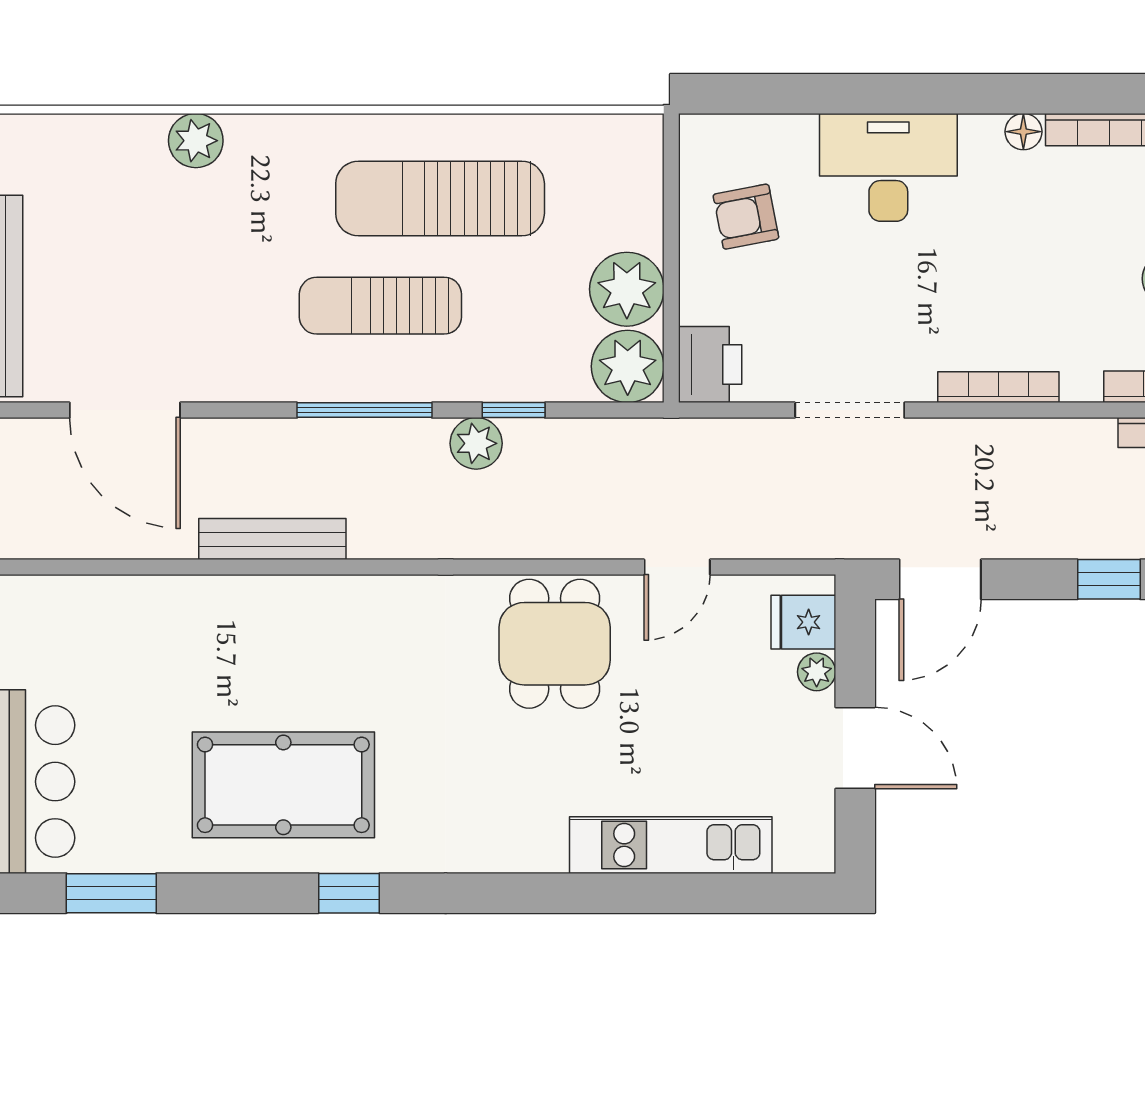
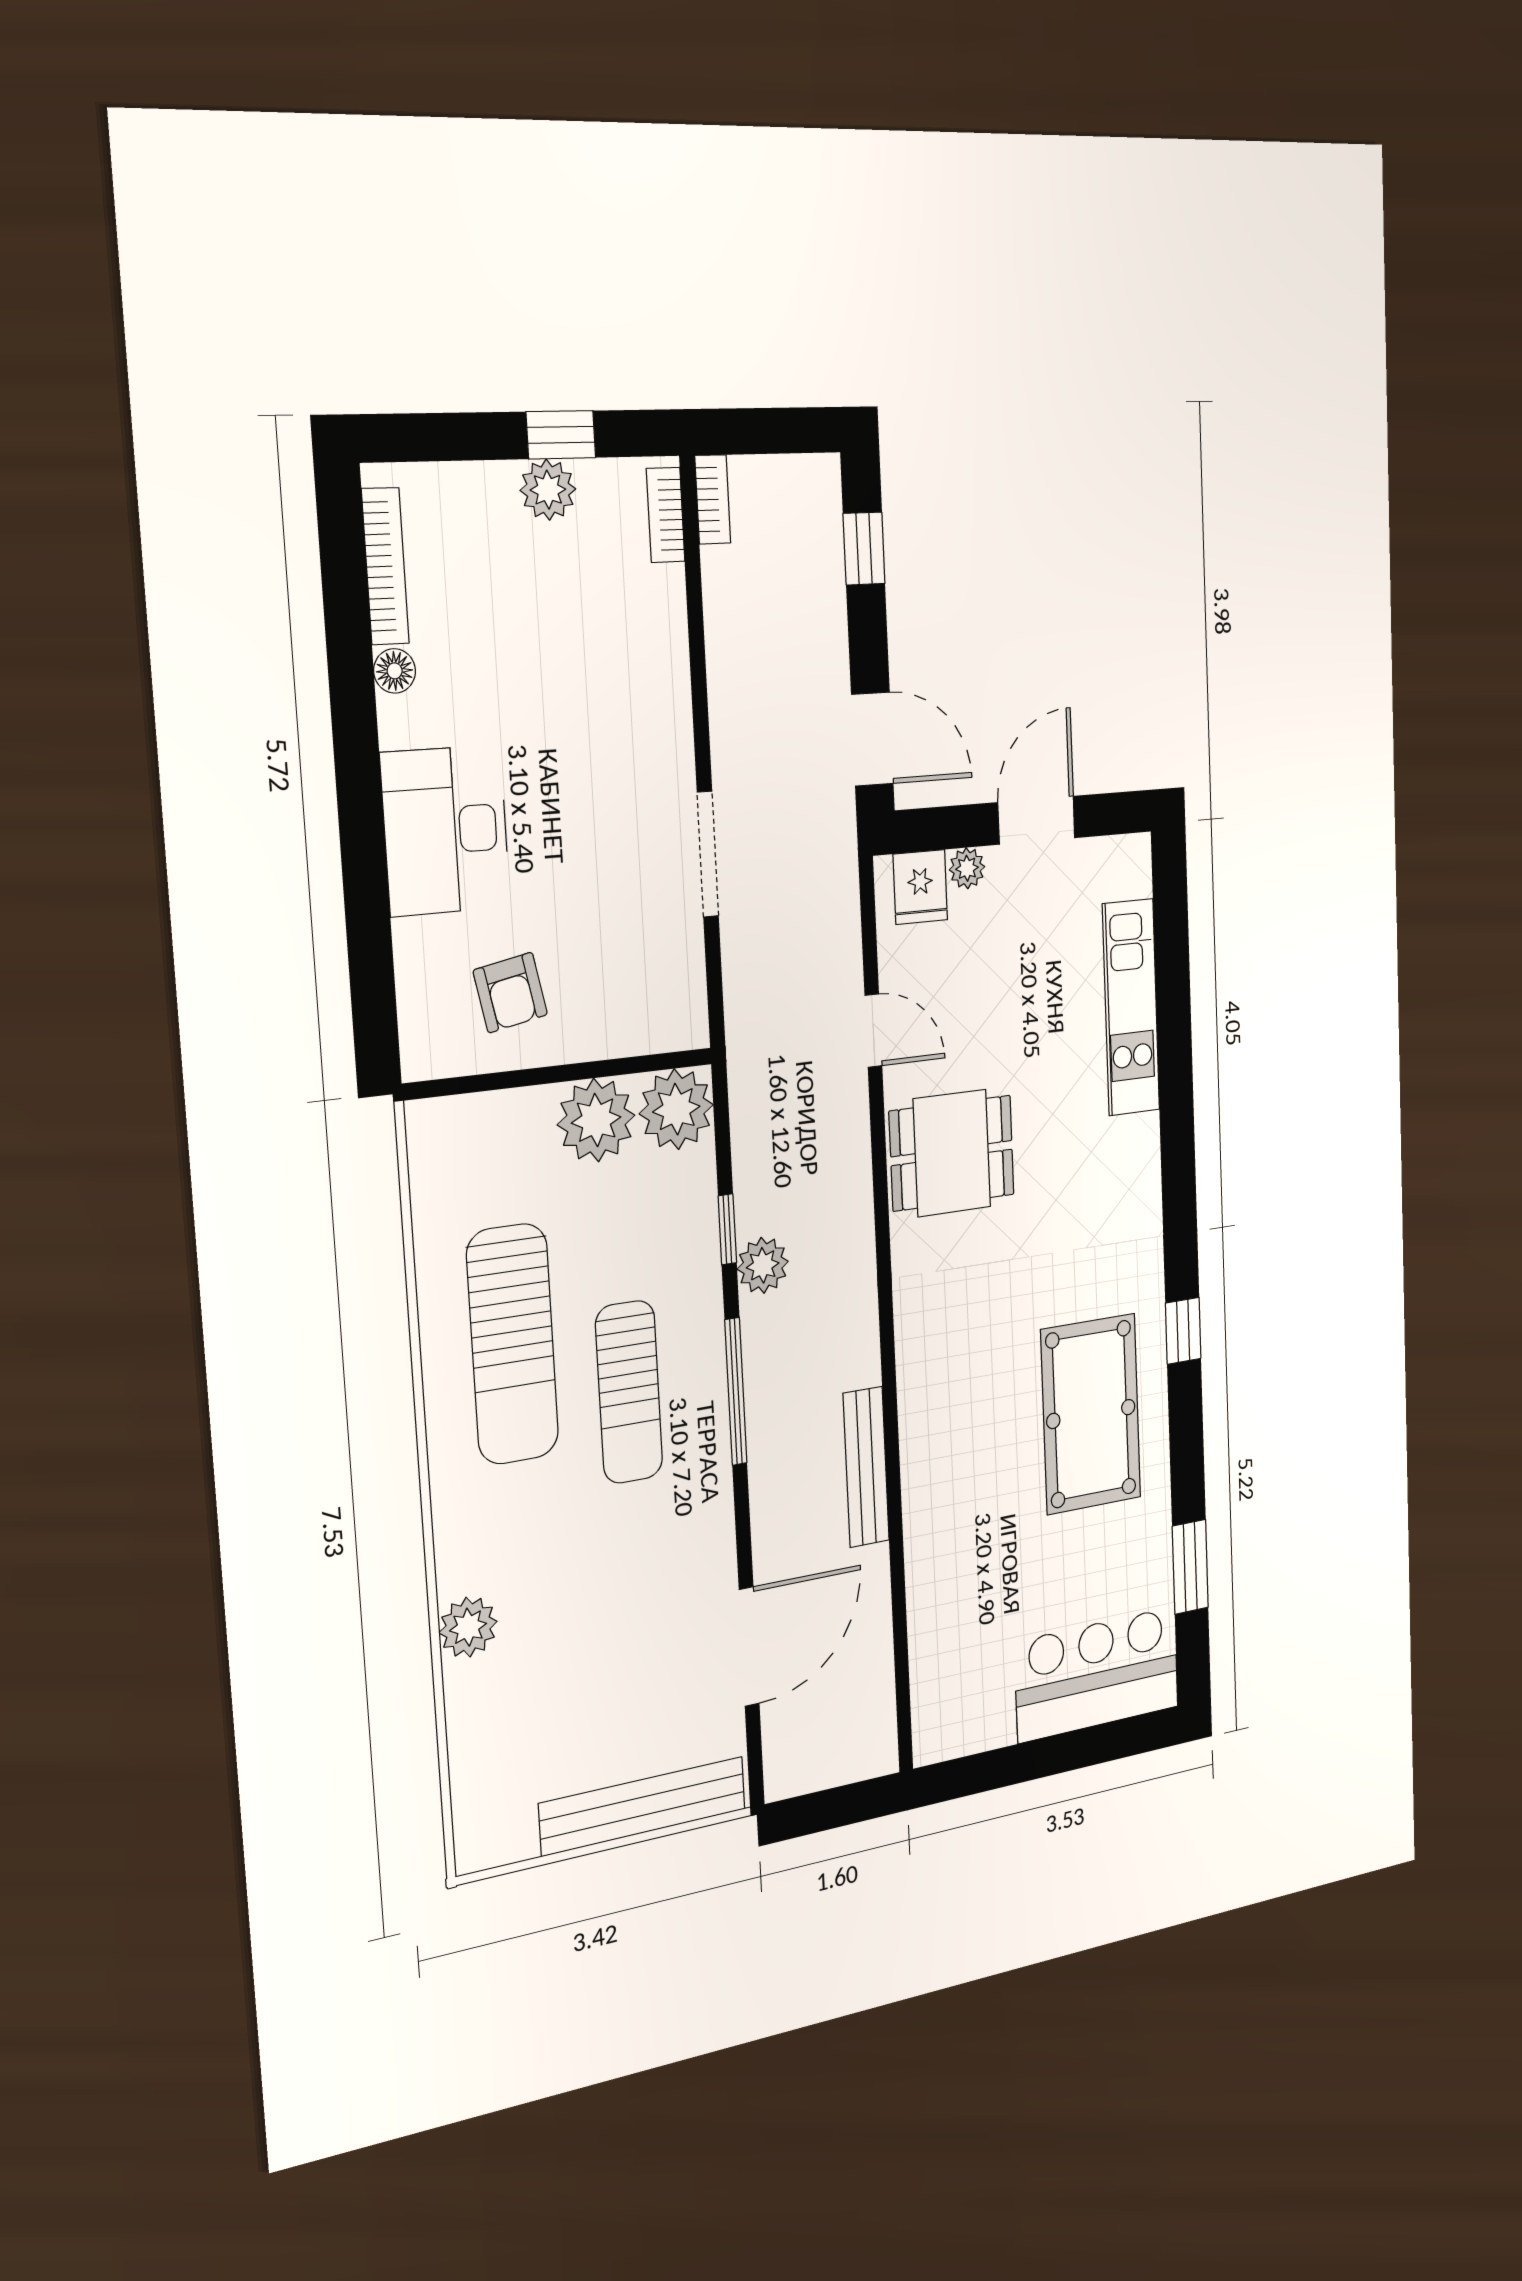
printer: (710, 365) -> (669, 1017), removed
bookcase: (998, 387) -> (675, 685), removed

